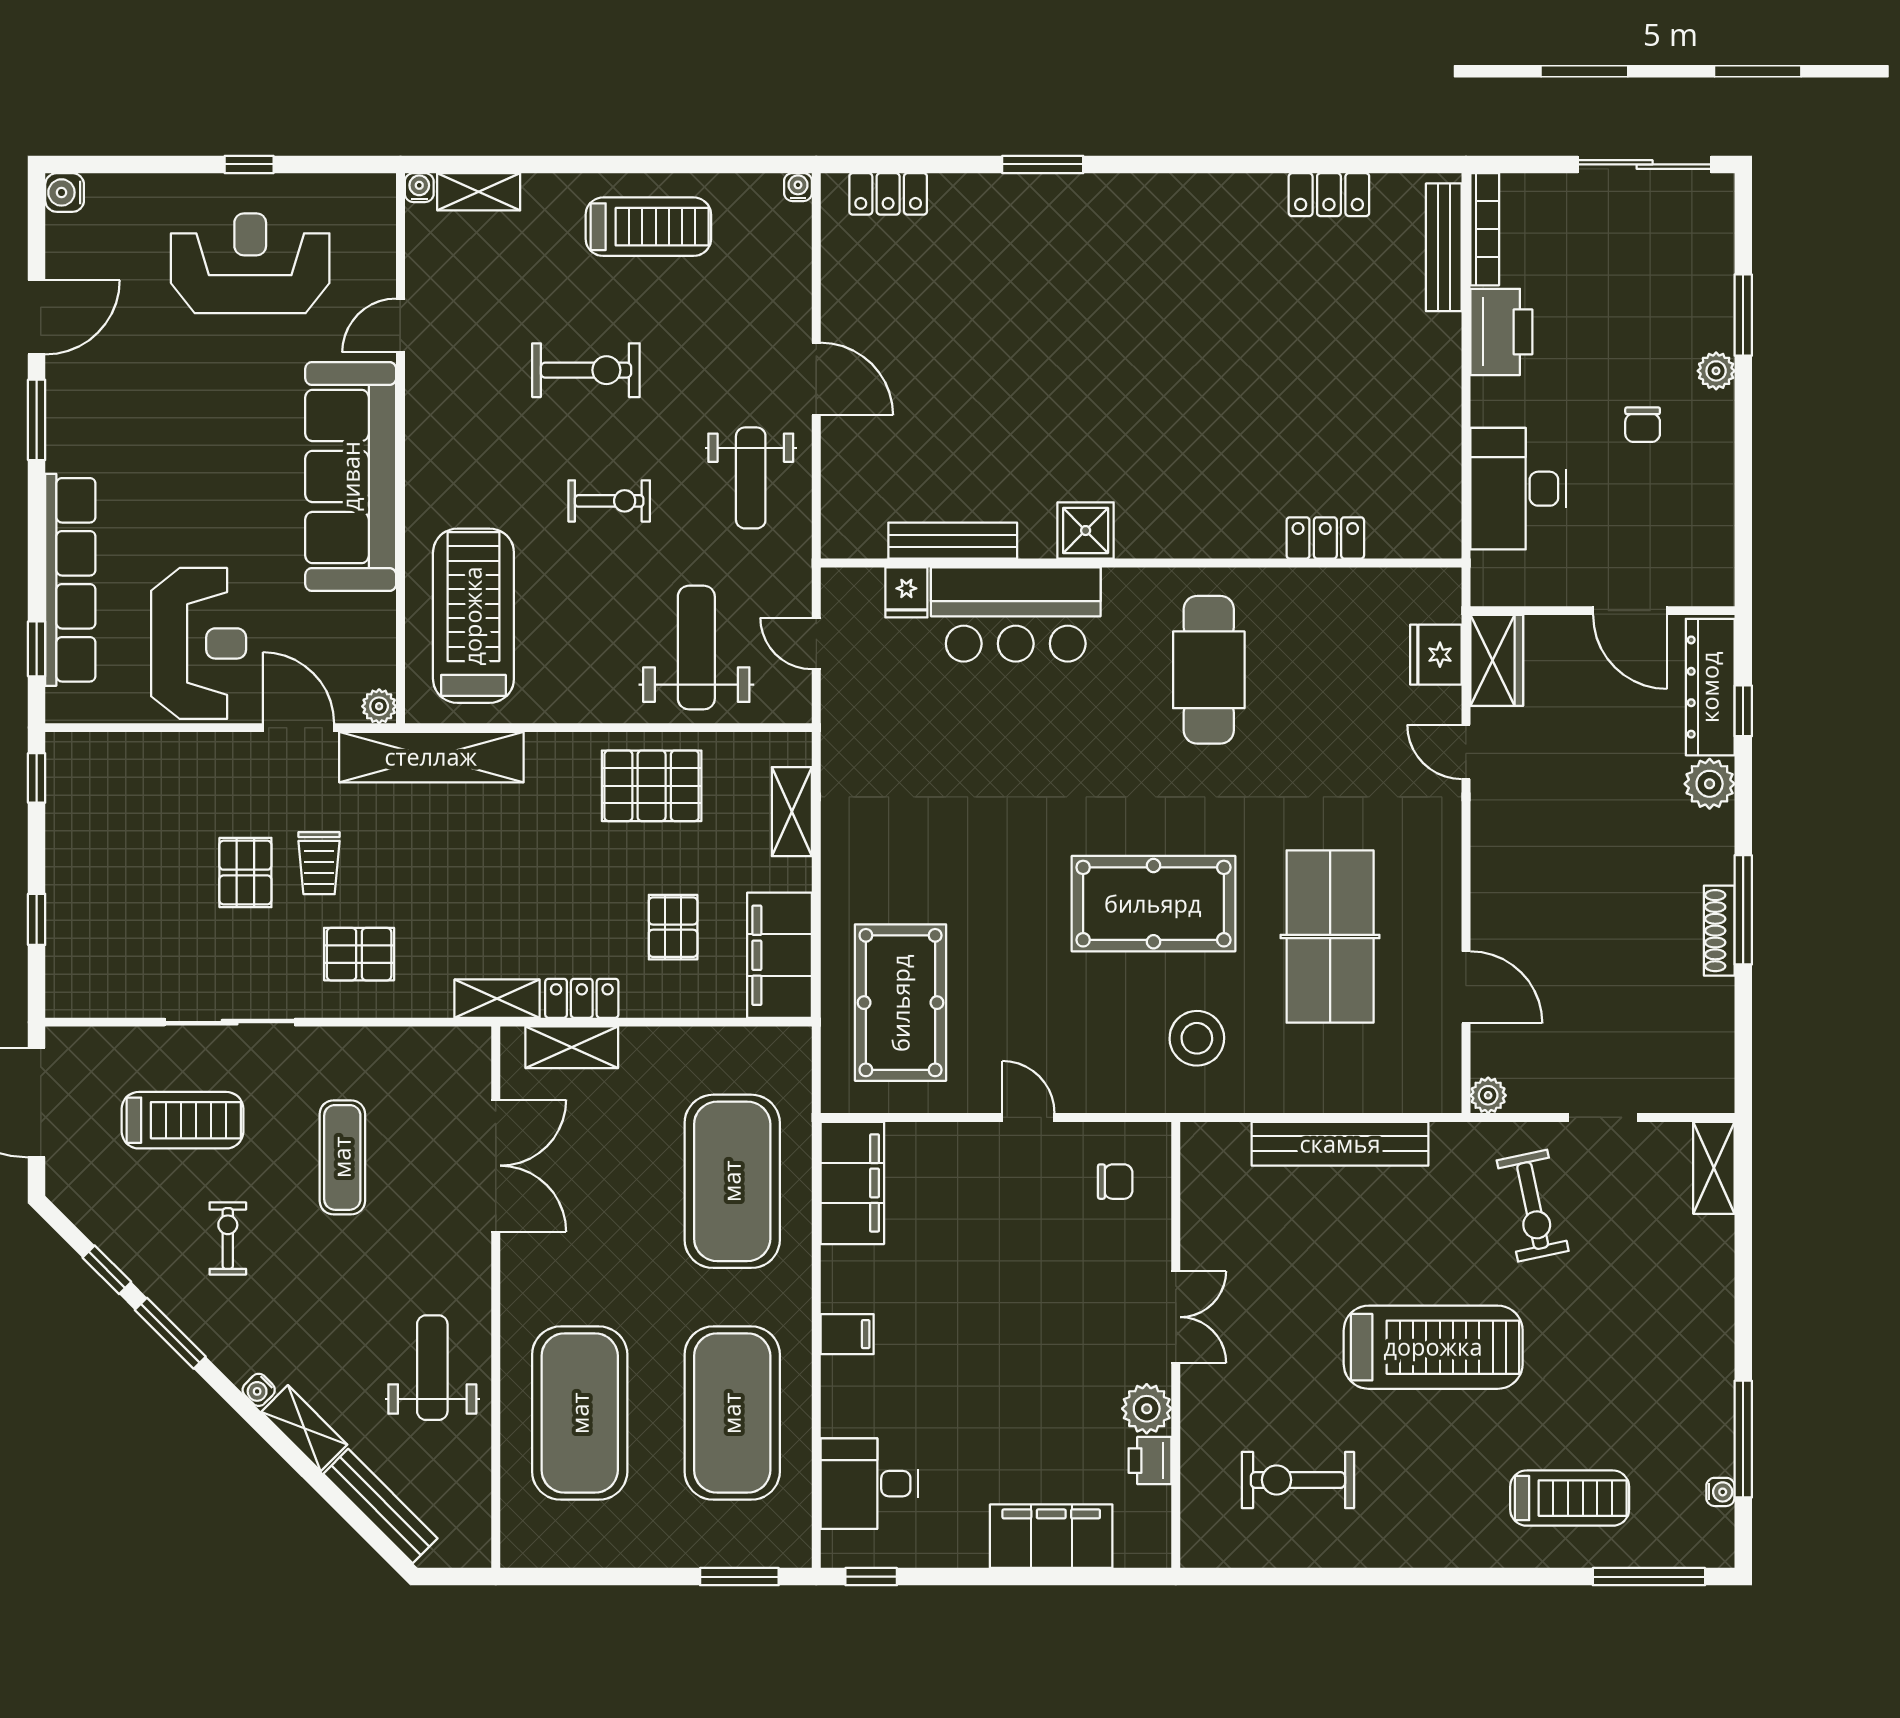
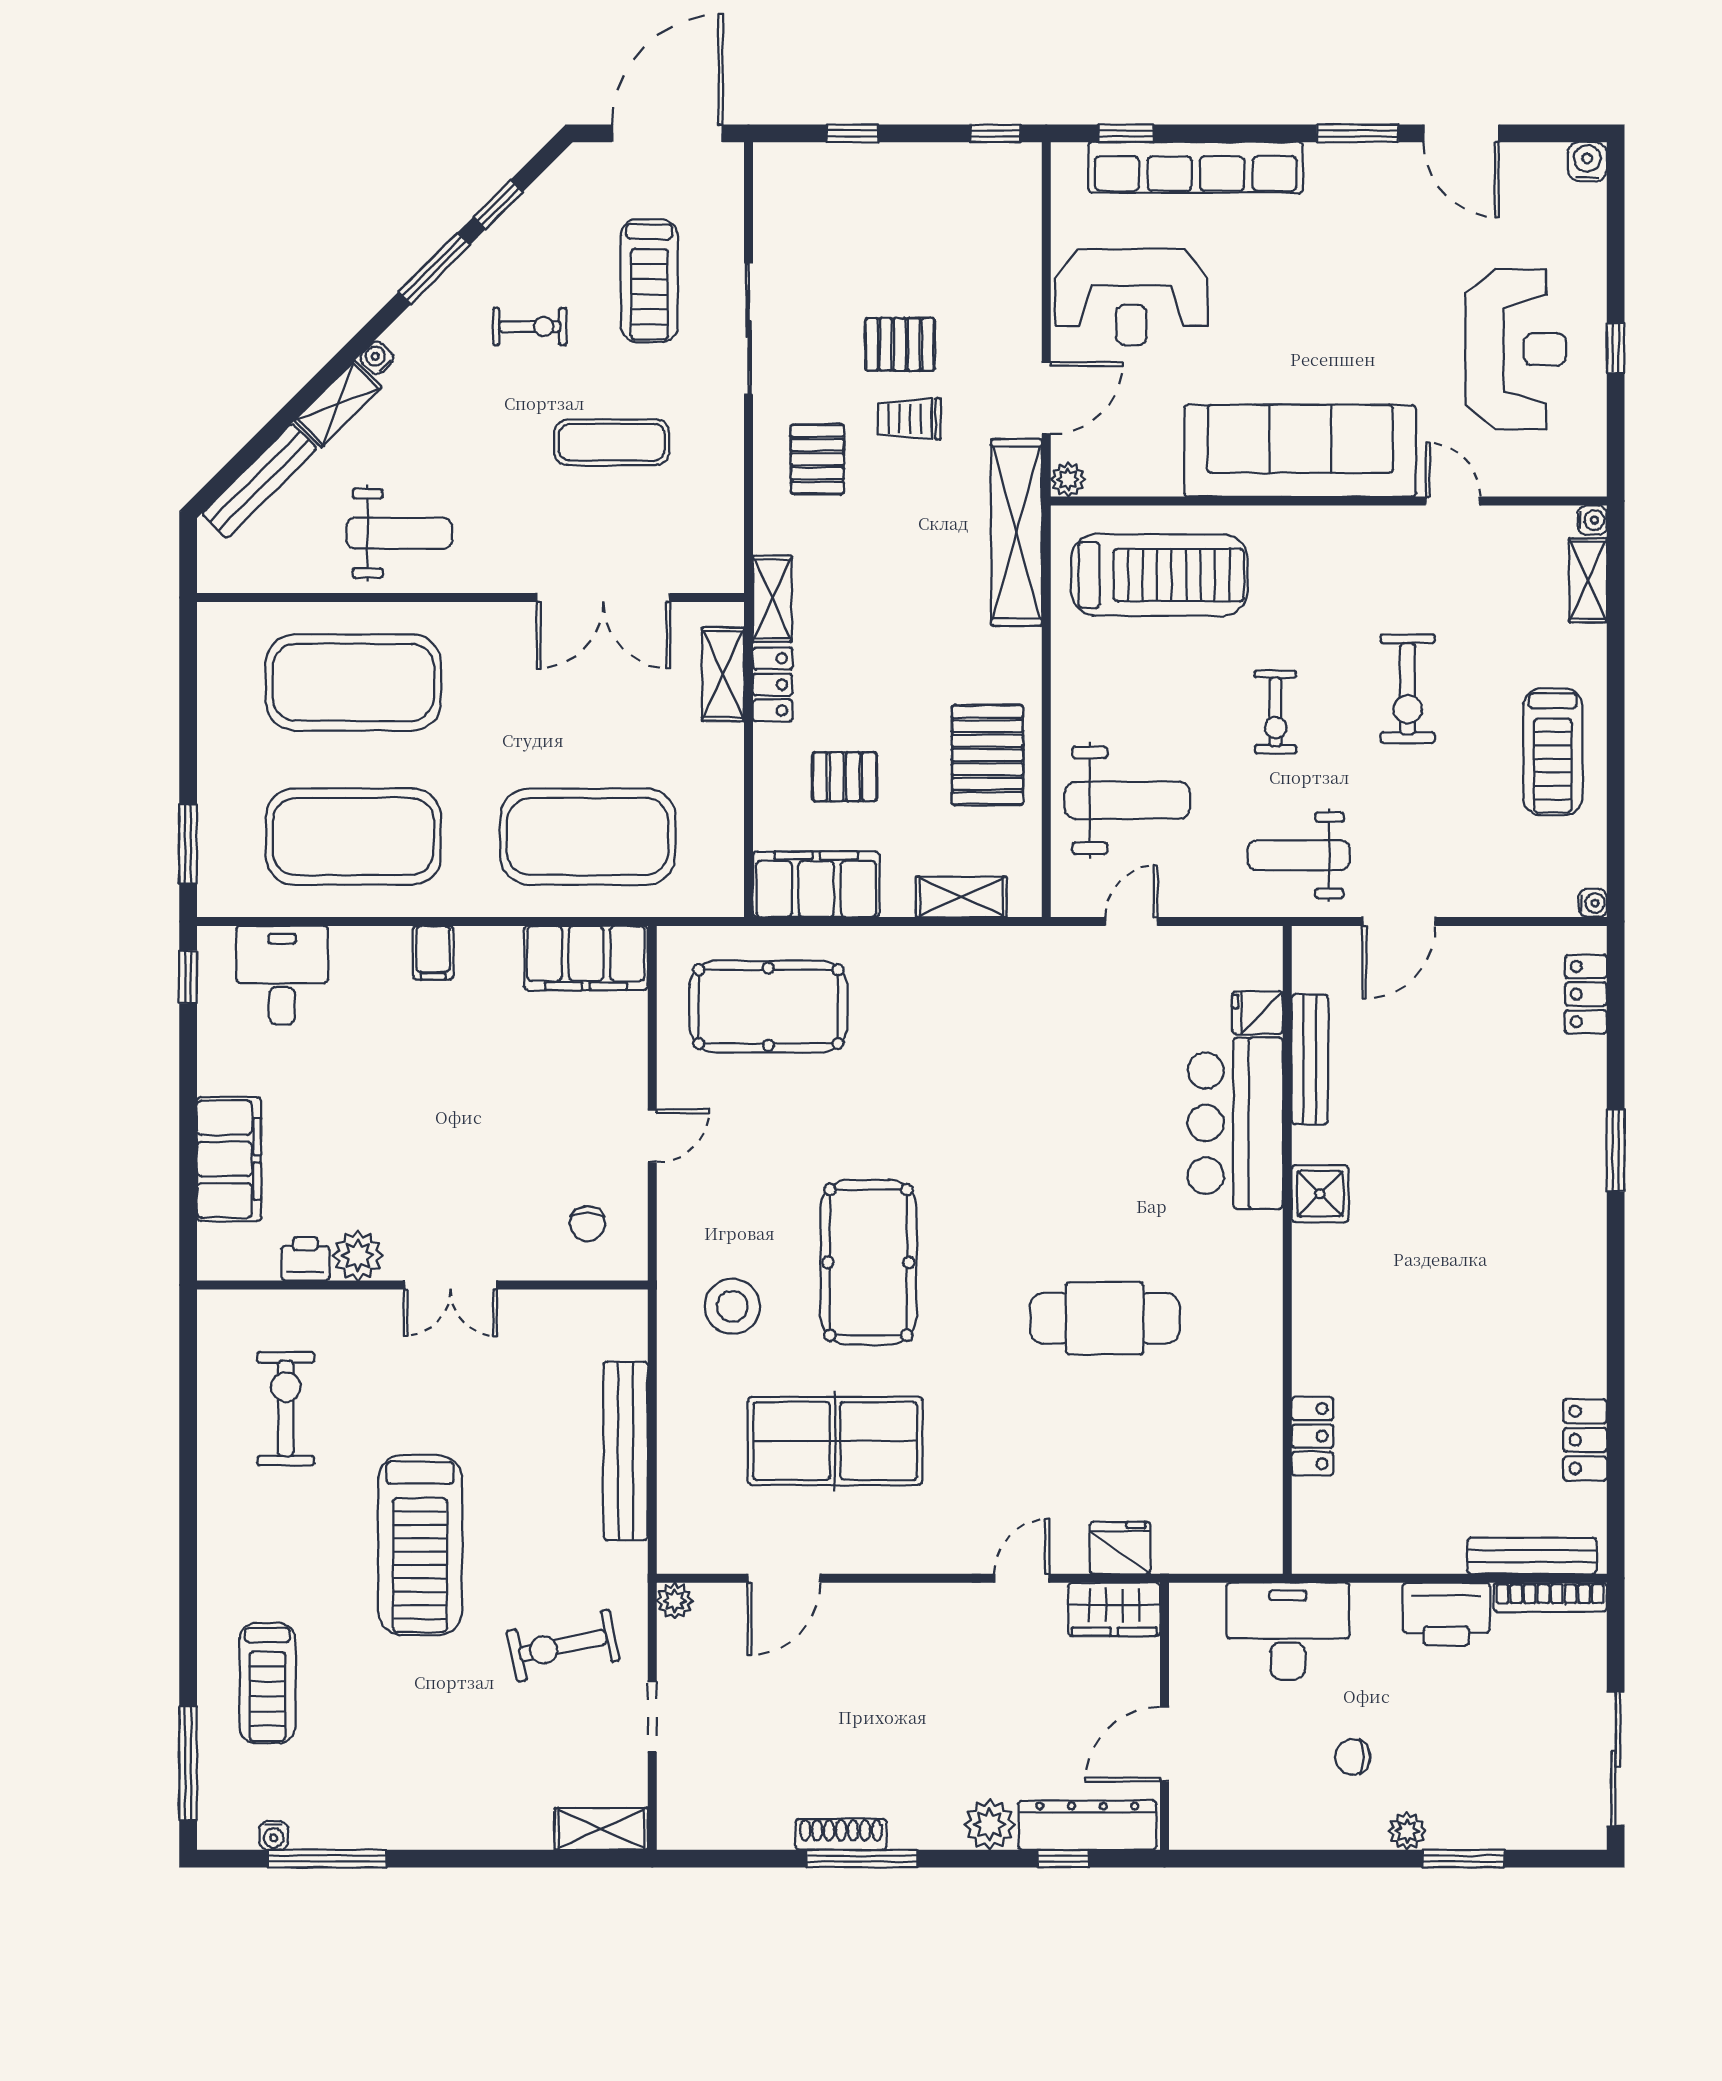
shower: (1086, 531) -> (1320, 1194), moved
locker: (1325, 538) -> (1312, 1436), moved
bench: (953, 541) -> (1310, 1059), moved
wall: (1141, 563) -> (1287, 1250), moved
fridge: (906, 592) -> (1257, 1013), moved
bar counter: (1016, 614) -> (1235, 1123), moved

